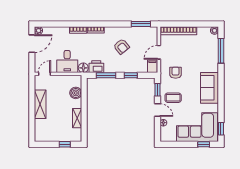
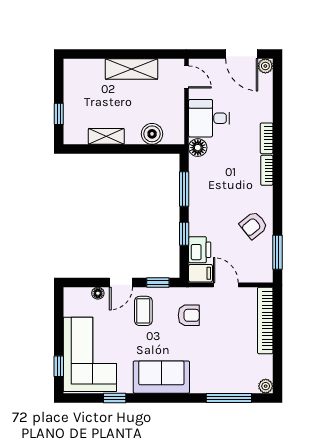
armchair: (121, 46) -> (254, 225), moved
printer: (96, 67) -> (200, 250), moved
window: (221, 129) -> (115, 398), moved

